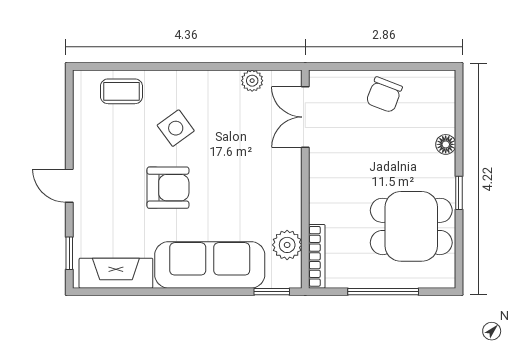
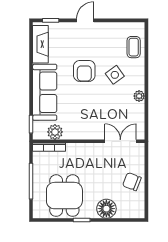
plant: (252, 81) -> (139, 96), moved
floor lamp: (446, 144) -> (106, 209), width x1.89, depth x1.89

